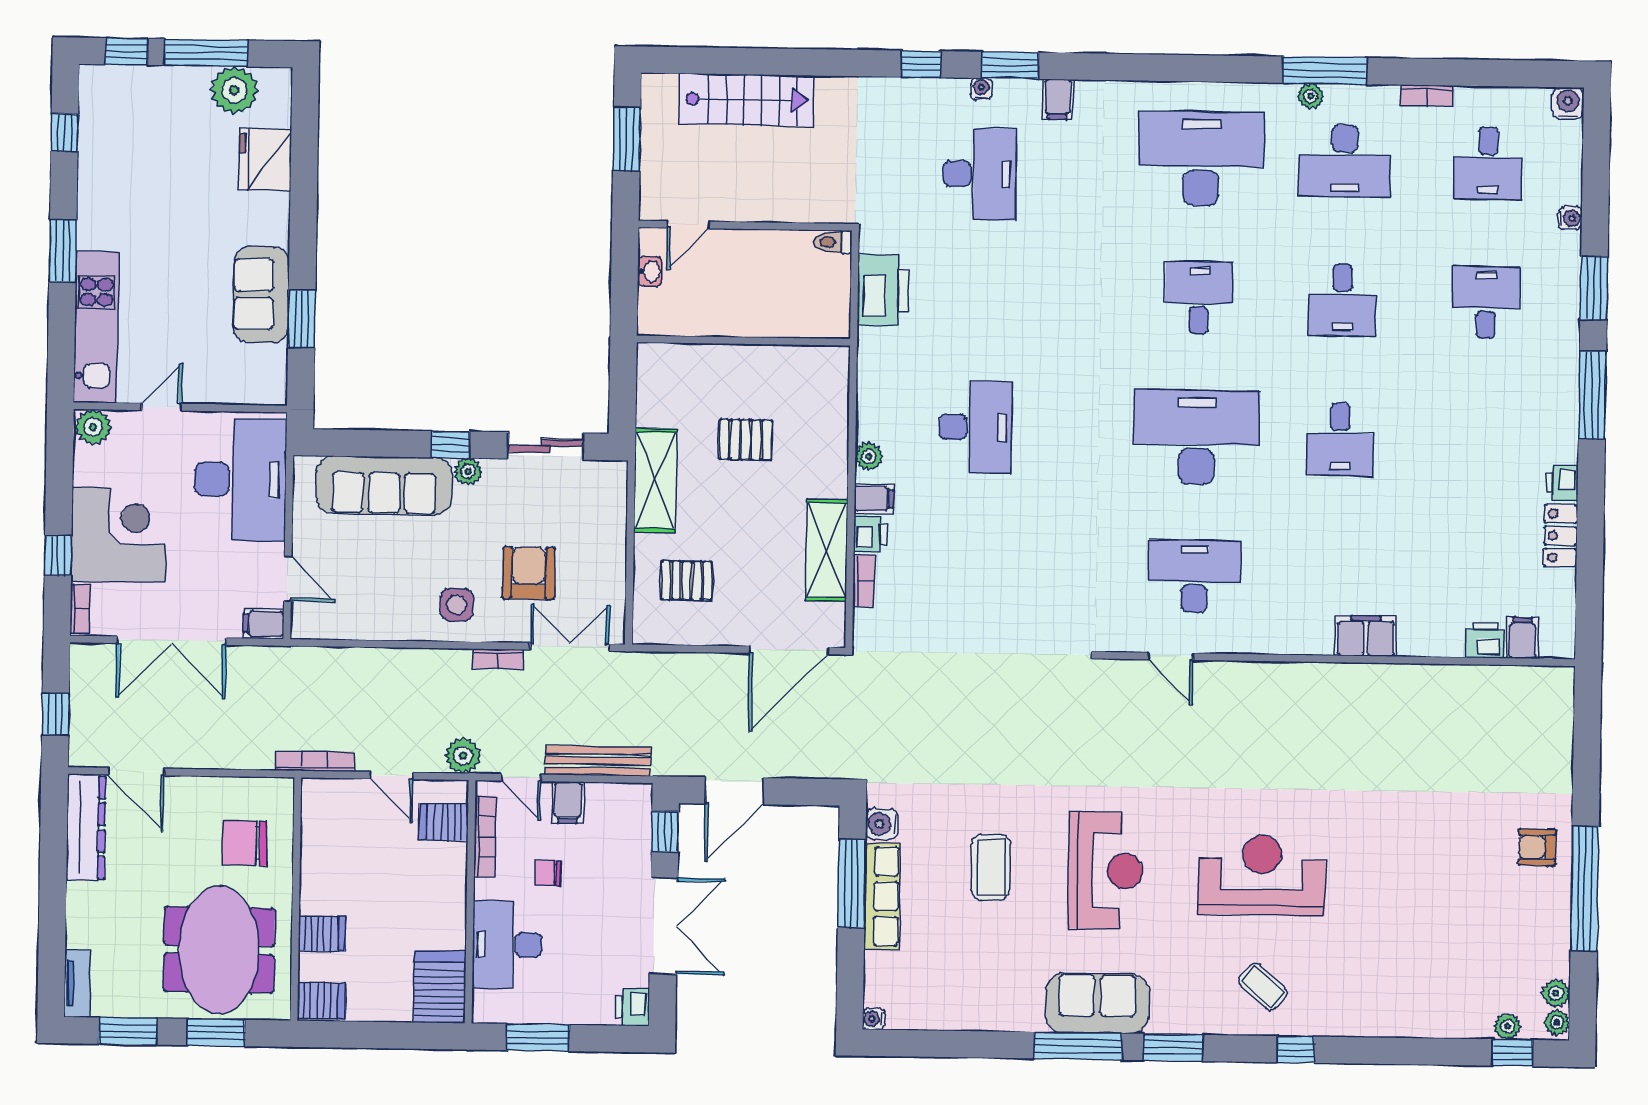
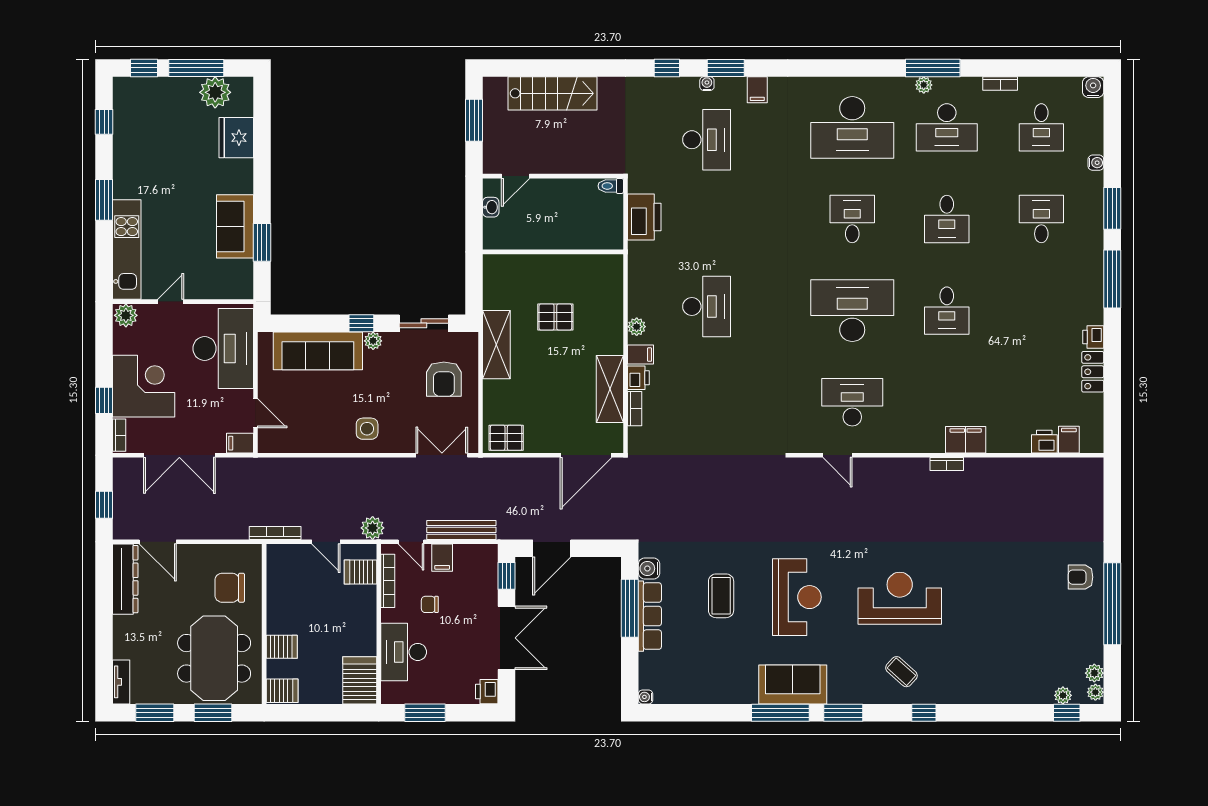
desk: (1201, 159) -> (852, 127), turned 180
armchair: (529, 573) -> (444, 379), moved, turned 180
pallet: (687, 580) -> (506, 438), moved
bookcase: (498, 659) -> (947, 464), moved

